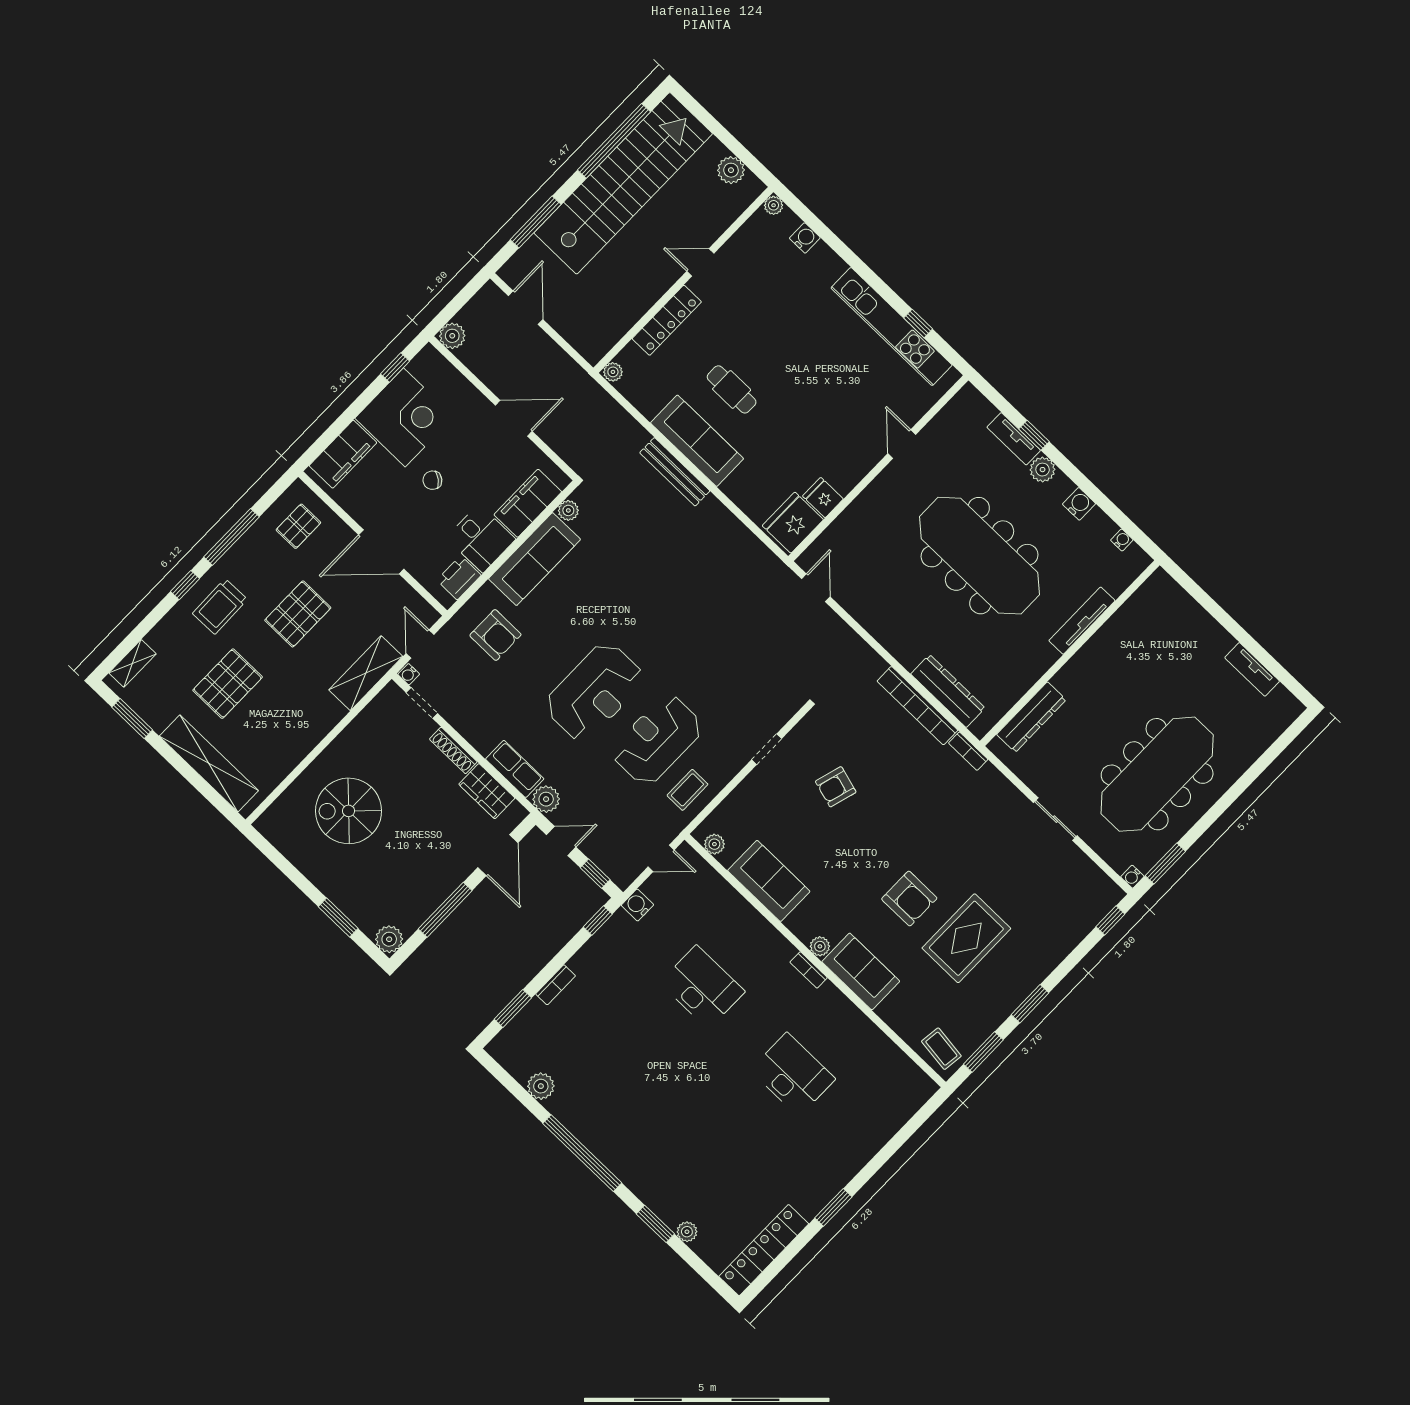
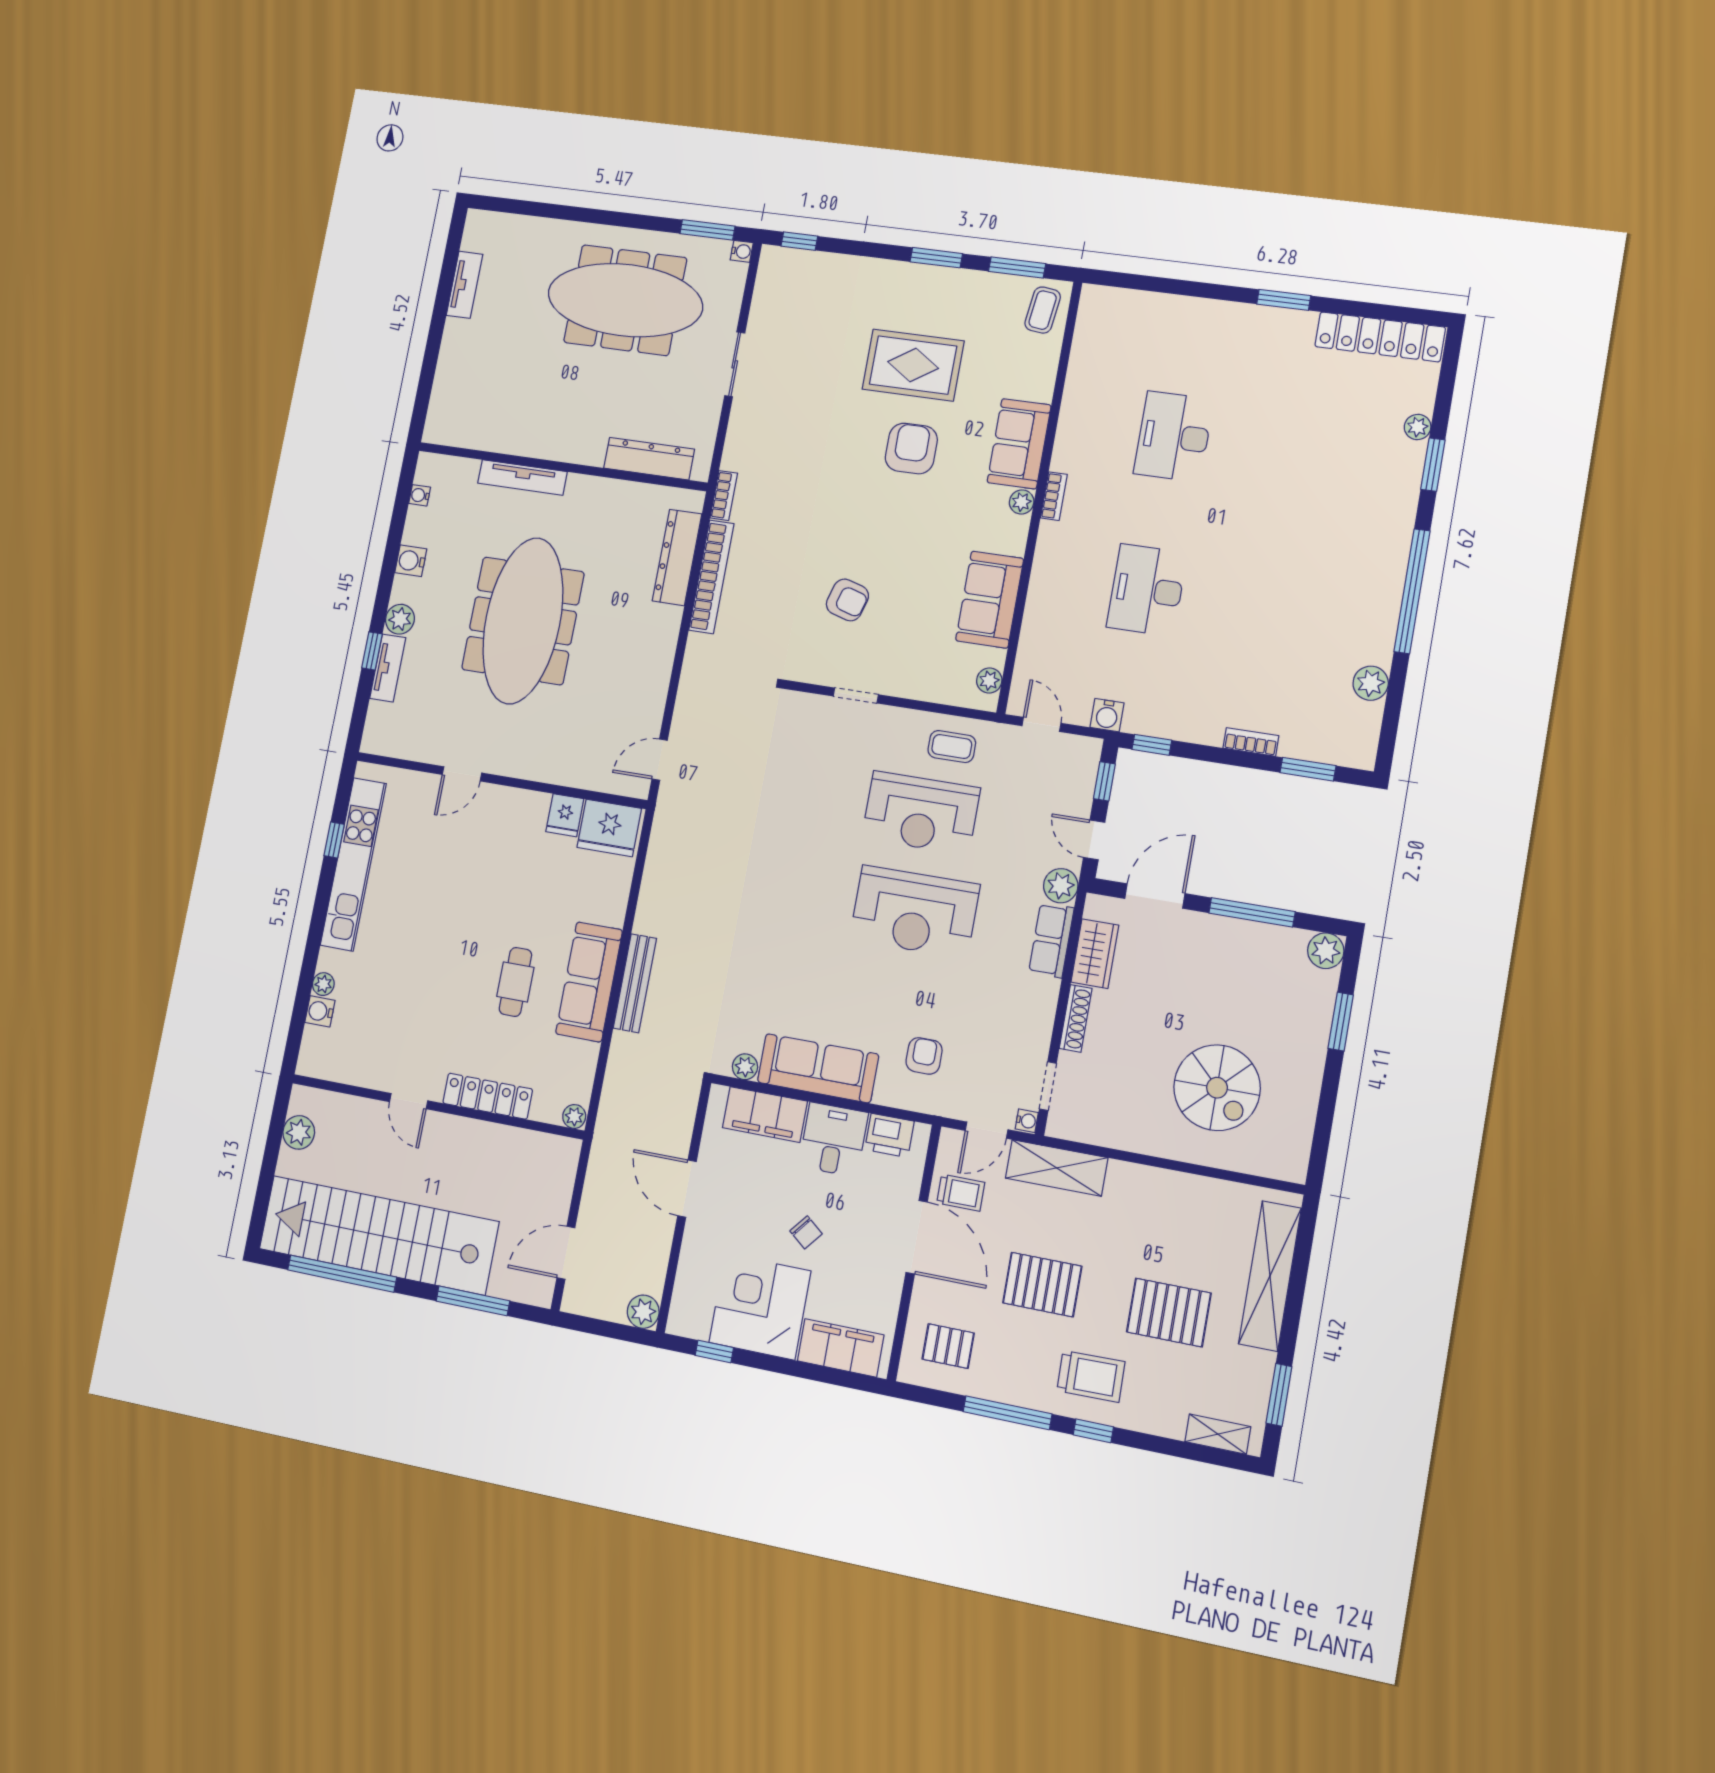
plant: (774, 205) -> (323, 984), moved
trolley: (391, 600) -> (961, 1193), added
armchair: (495, 635) -> (924, 1056), width x0.72, depth x0.72
reception desk: (594, 692) -> (915, 912), turned 180

